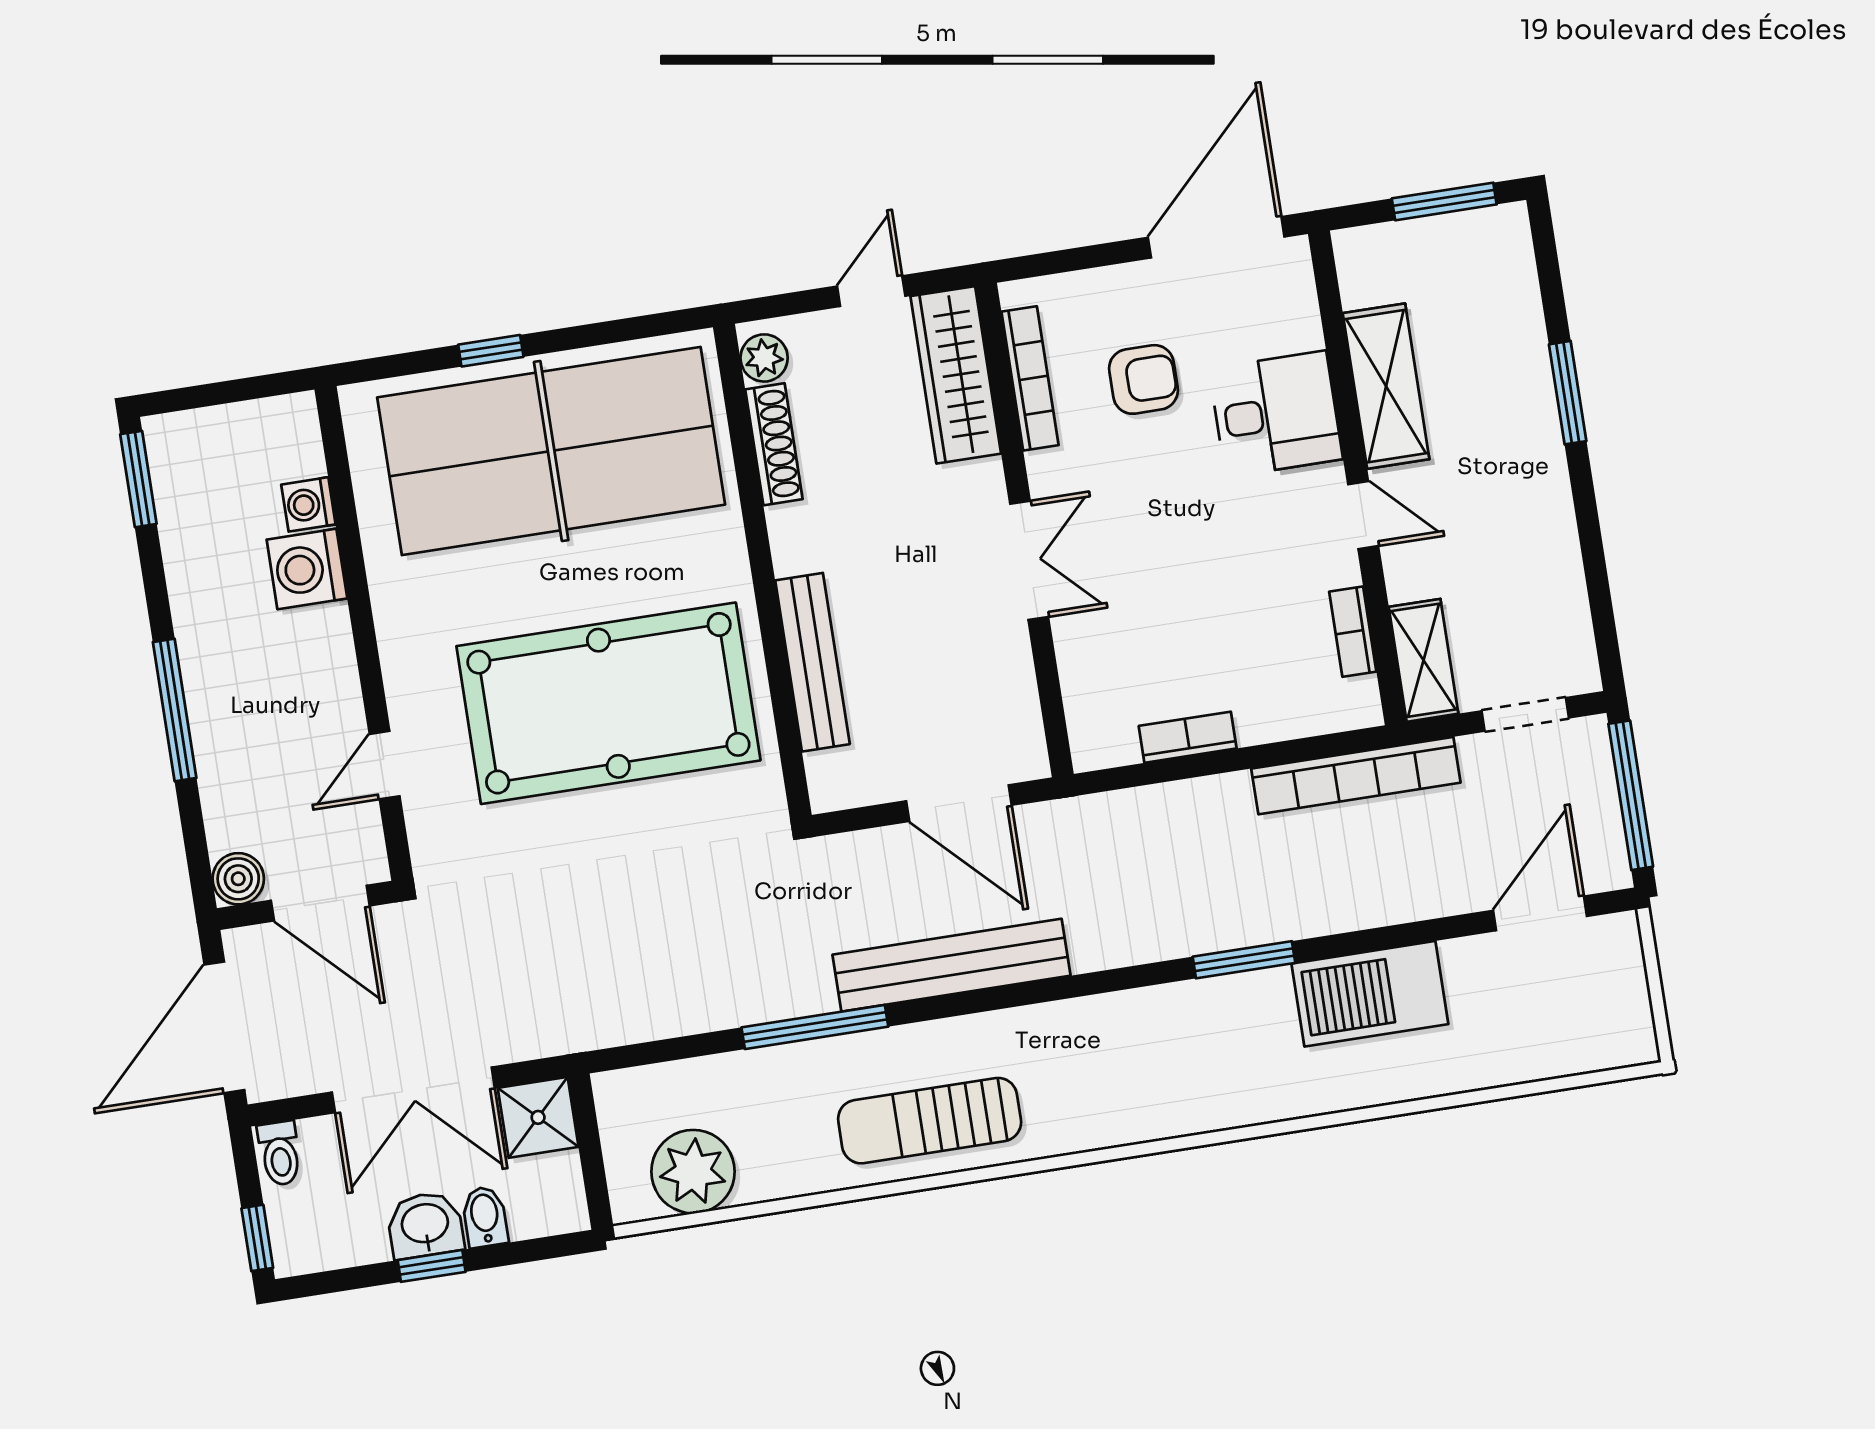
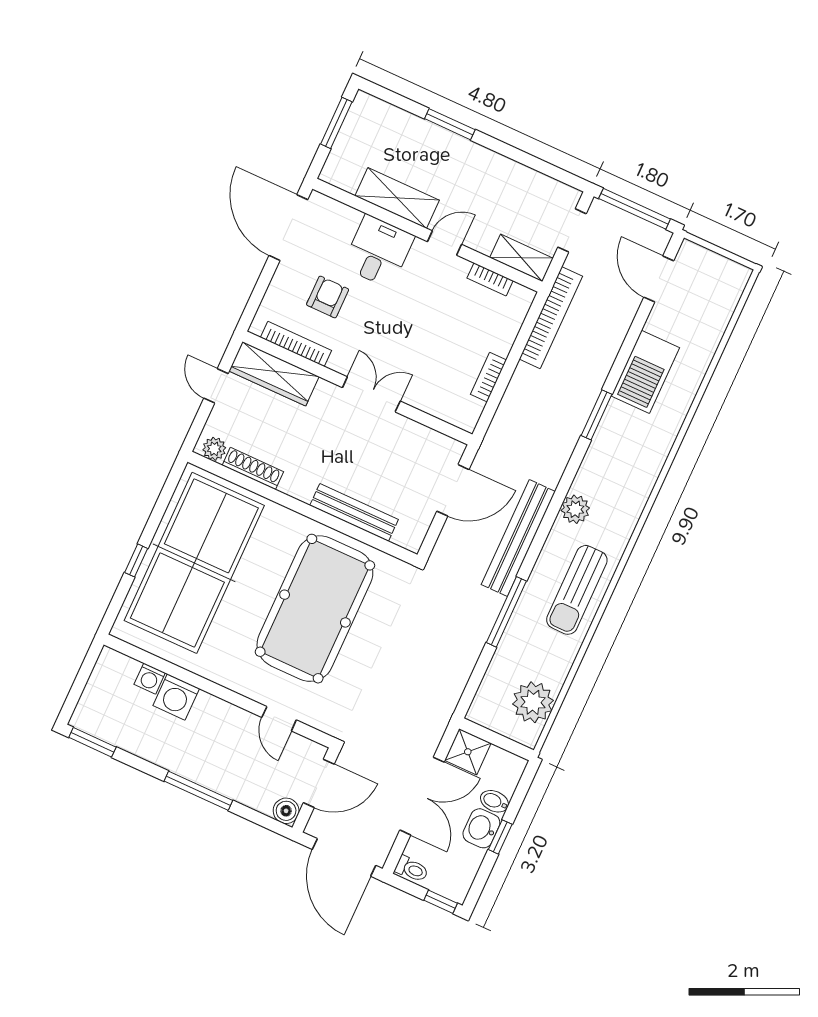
plant: (1063, 1029) -> (575, 509), added

